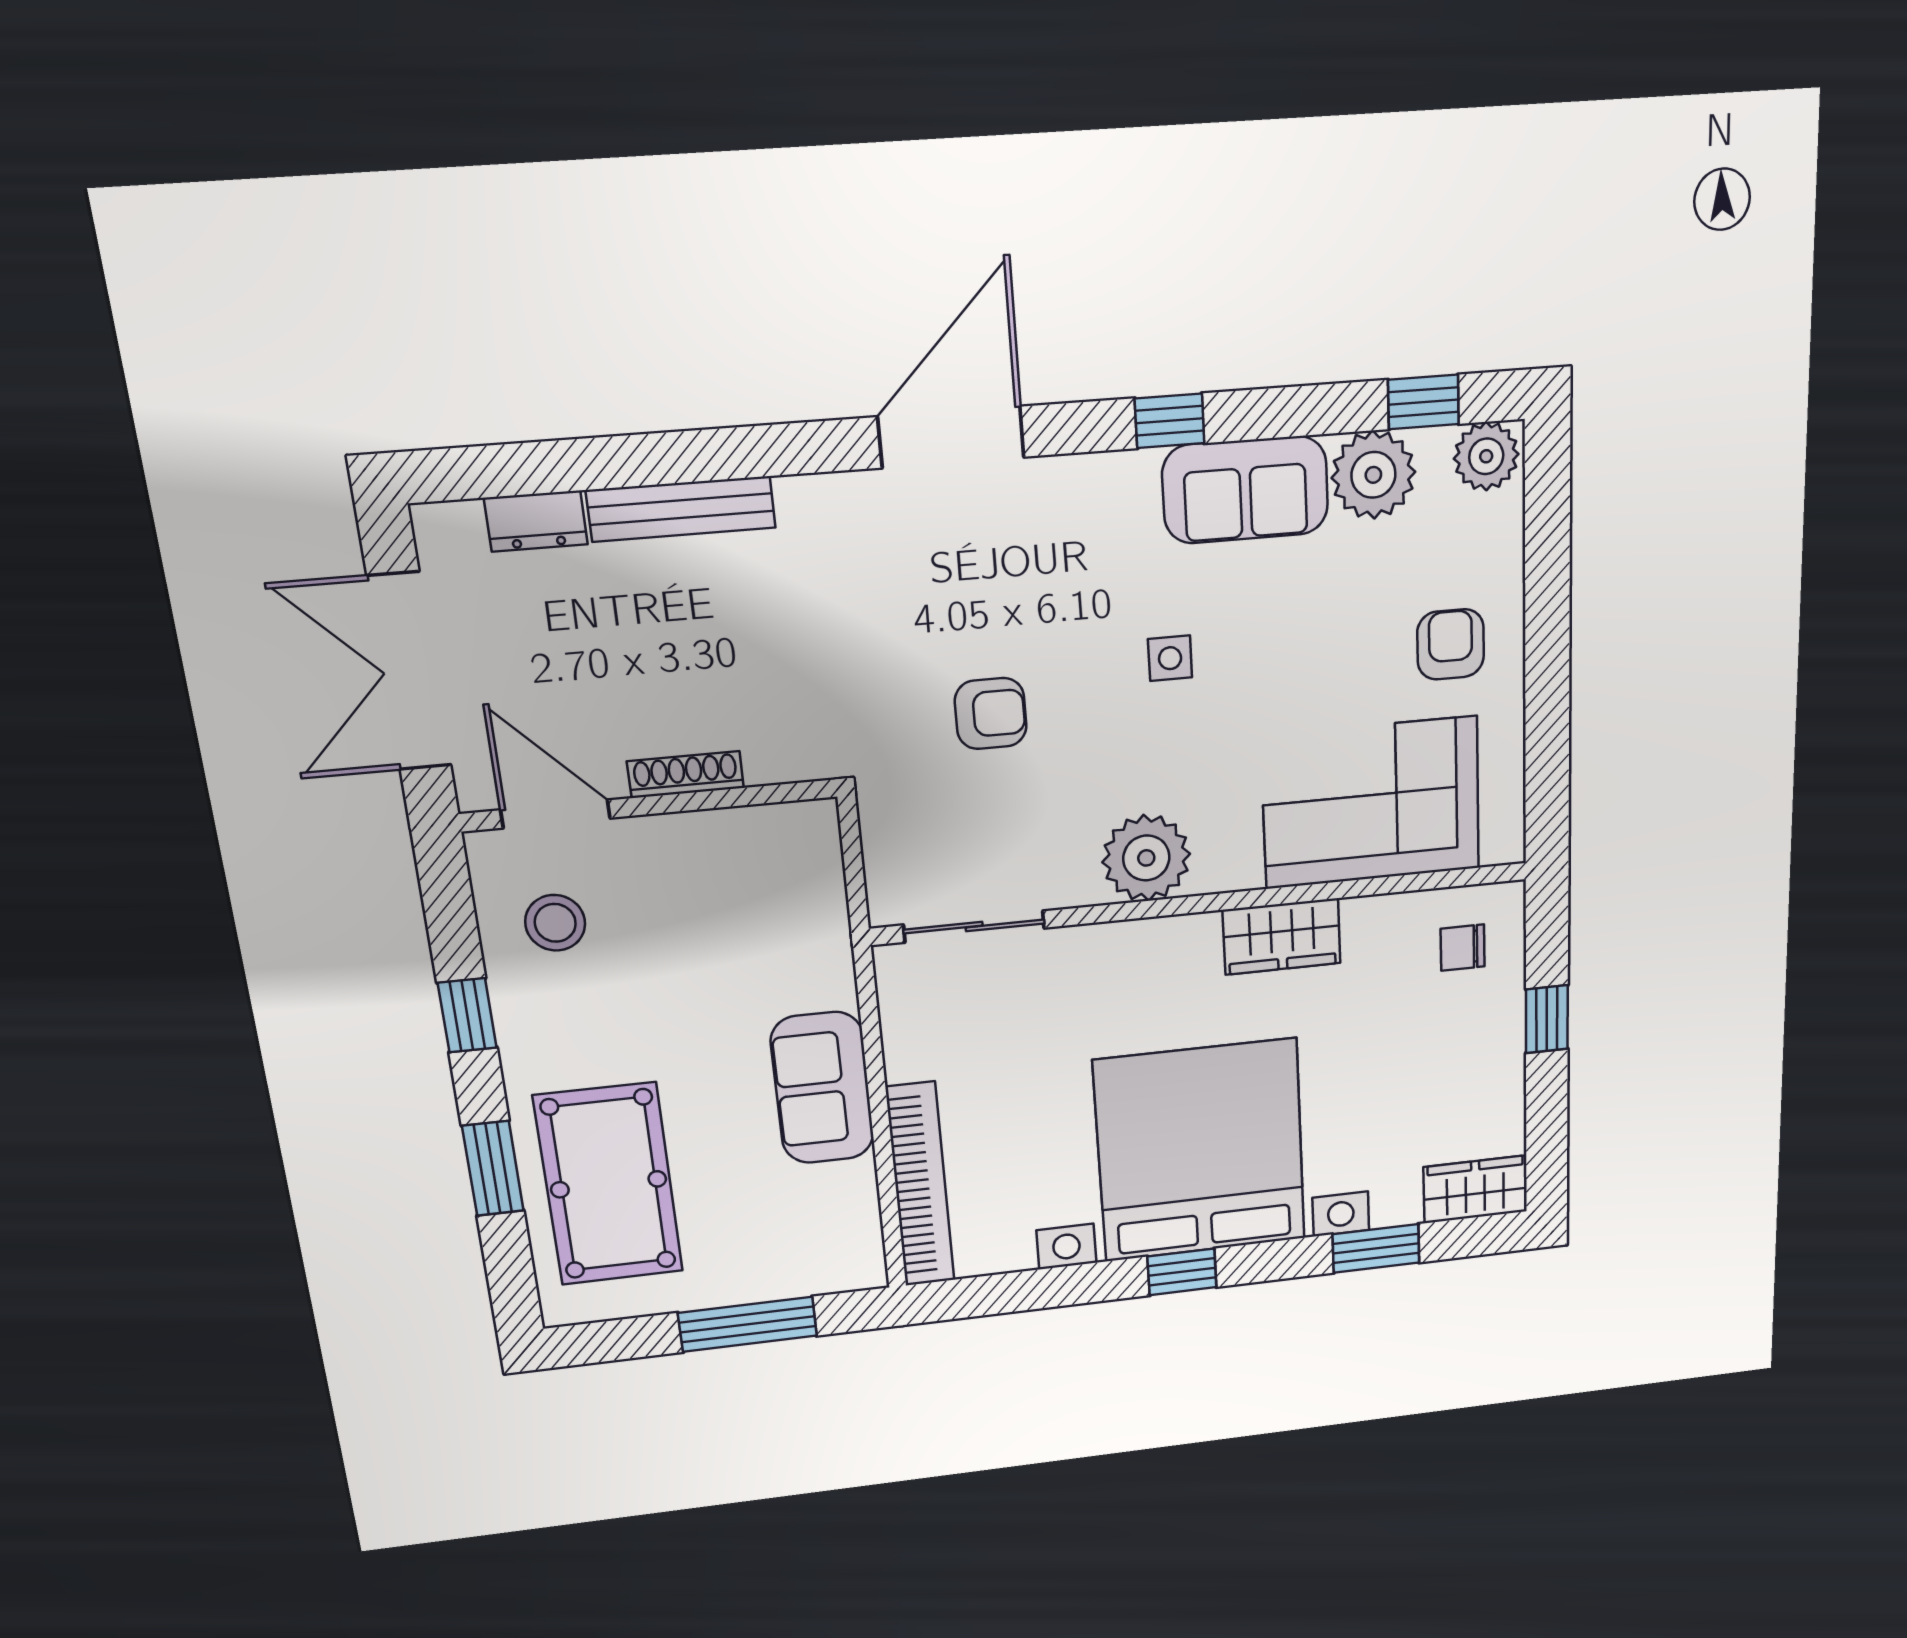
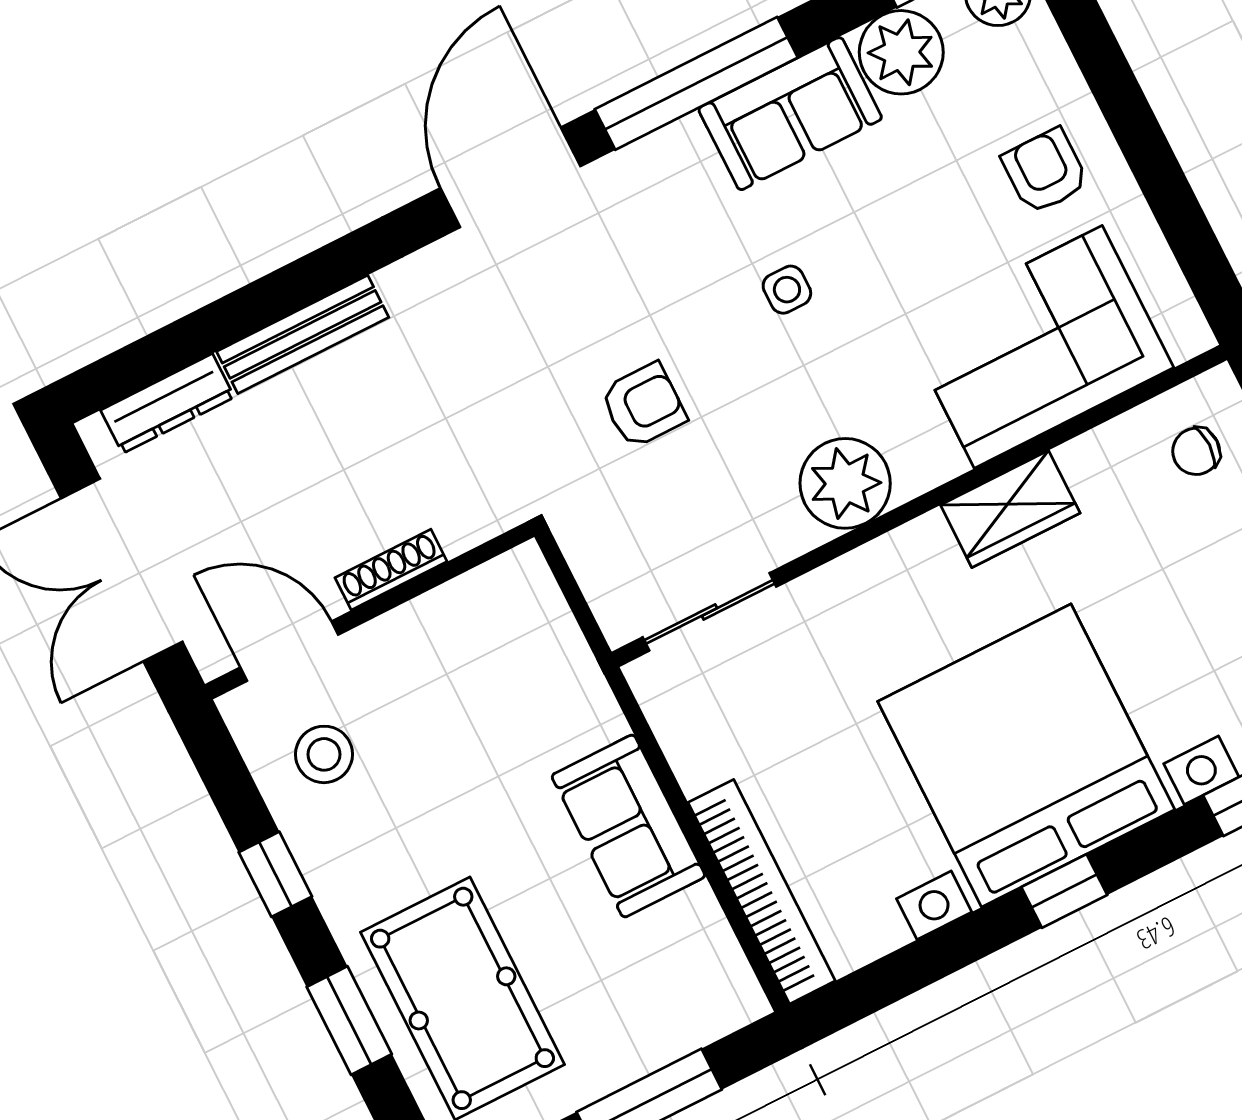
window: (1170, 421) -> (696, 83), width x3.17
dresser: (536, 521) -> (167, 404), width x1.44

